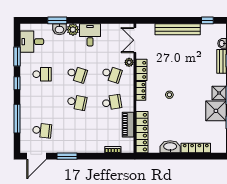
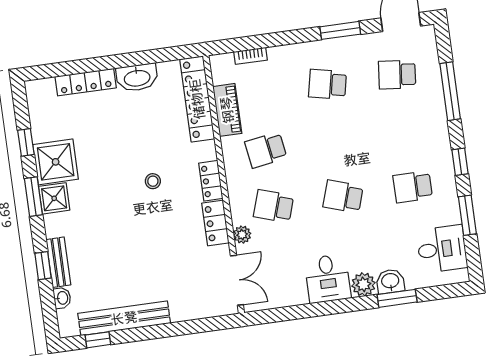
bench: (178, 29) -> (124, 318), moved
school desk: (77, 102) -> (328, 84), moved

